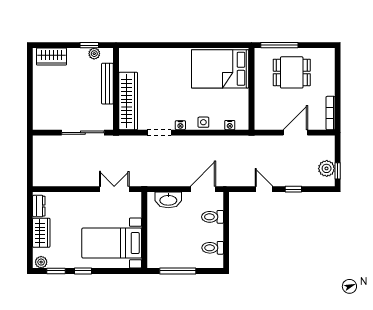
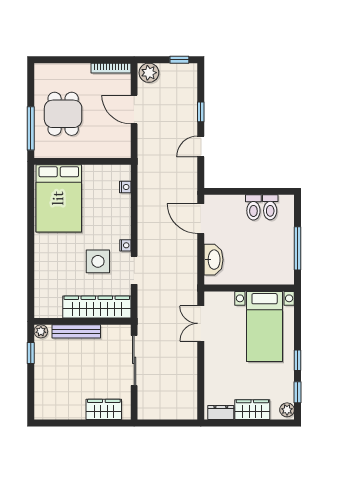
plant: (94, 54) -> (41, 331), moved
wardrobe: (51, 57) -> (104, 409), moved, turned -90
side table: (203, 122) -> (98, 261), moved, width x1.87, depth x1.87
plant: (327, 168) -> (149, 73), moved
toilet: (212, 217) -> (253, 207), moved

